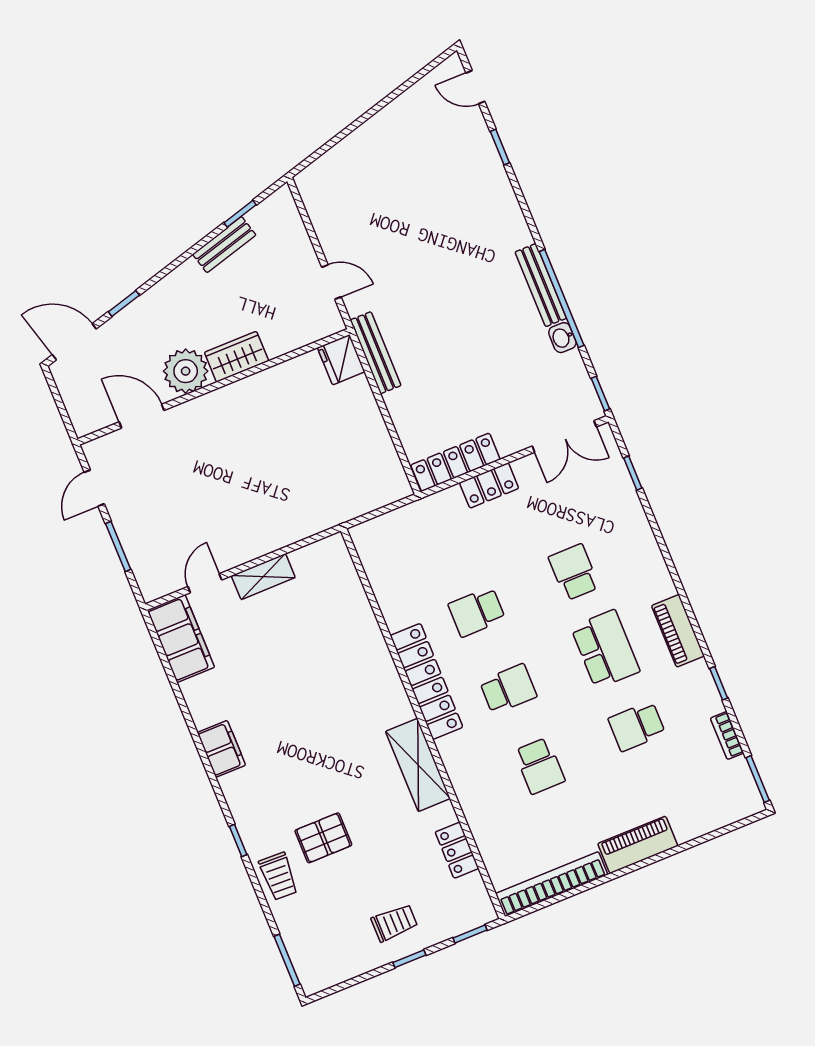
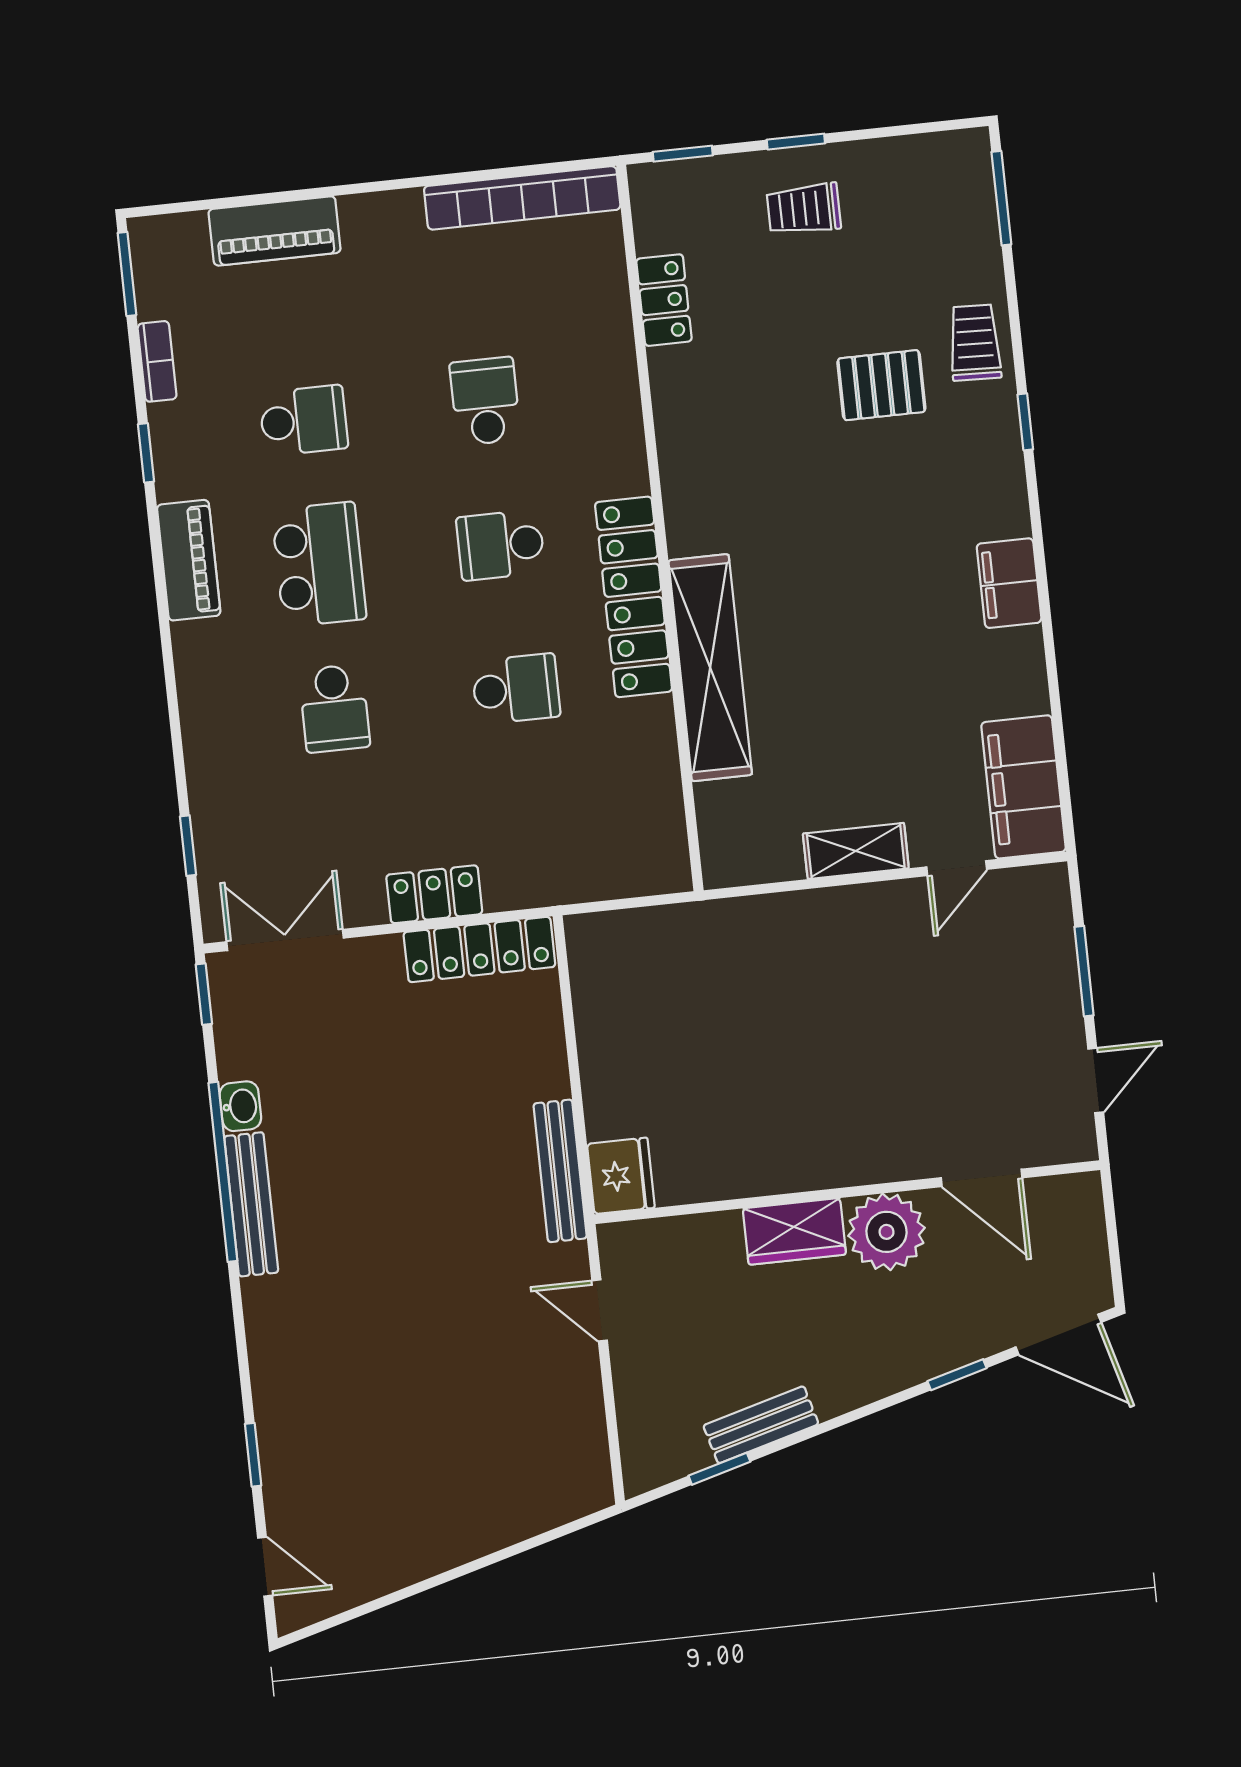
school desk: (605, 649) -> (319, 564), turned 180
shelving: (418, 765) -> (710, 668), moved, width x1.47
piano: (638, 845) -> (275, 231), moved

